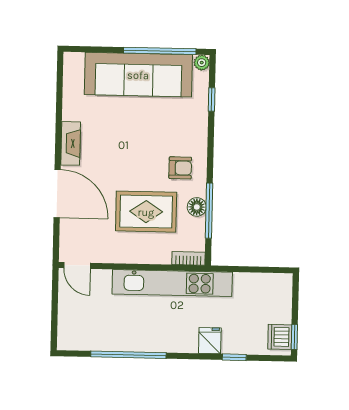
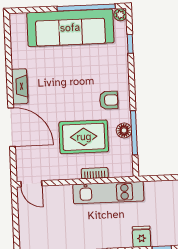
bookcase: (188, 258) -> (95, 173), moved
kitchen unit: (172, 283) -> (108, 193), width x0.73

